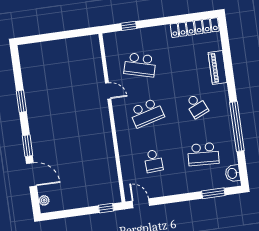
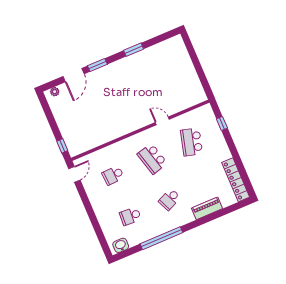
door: (108, 91) -> (162, 121), swing flipped
school desk: (203, 154) -> (130, 216), width x0.54
window: (213, 193) -> (99, 234), removed

